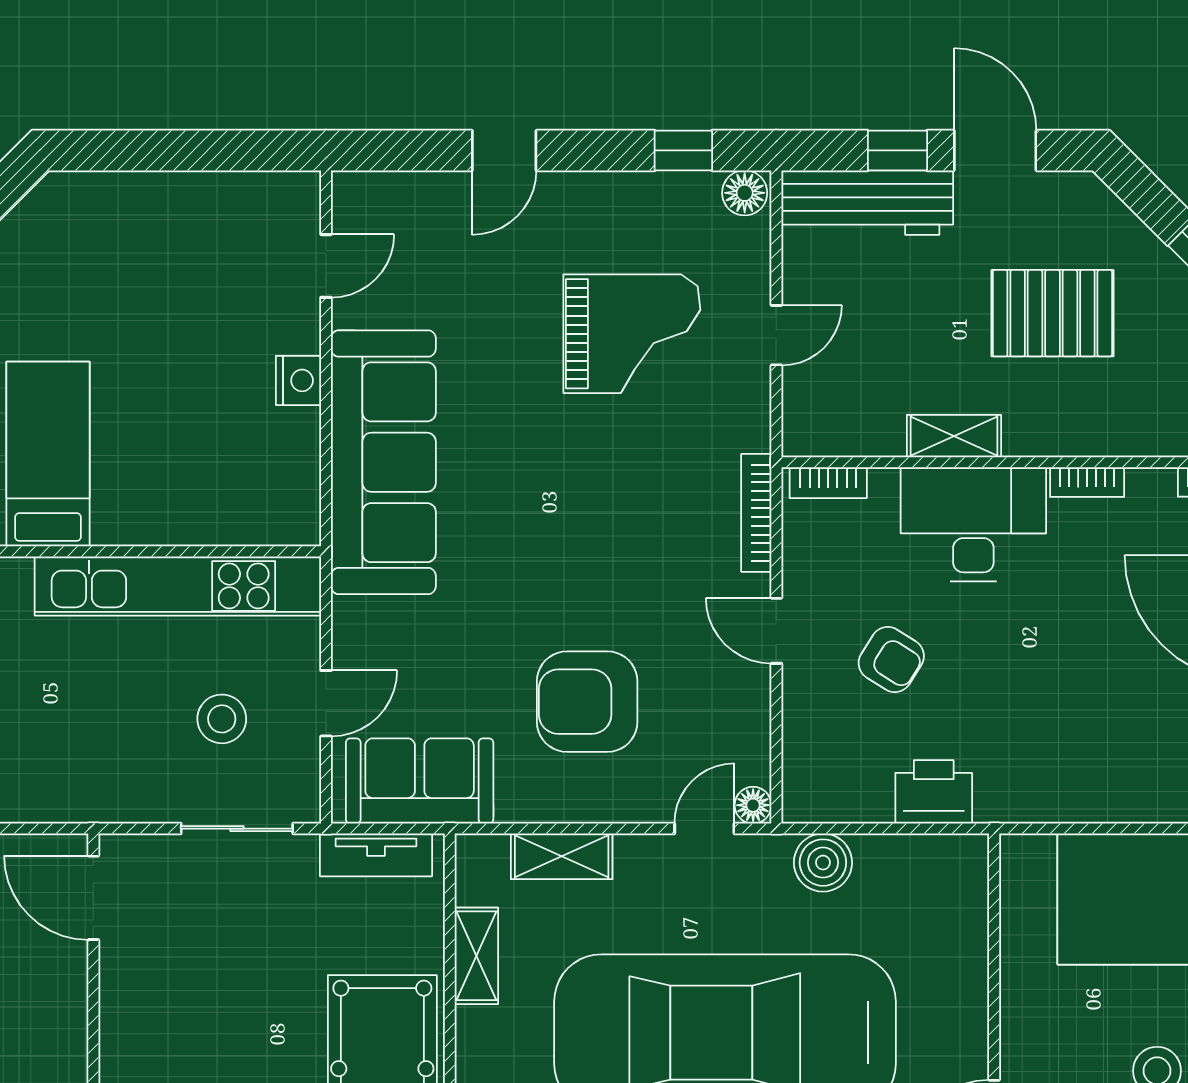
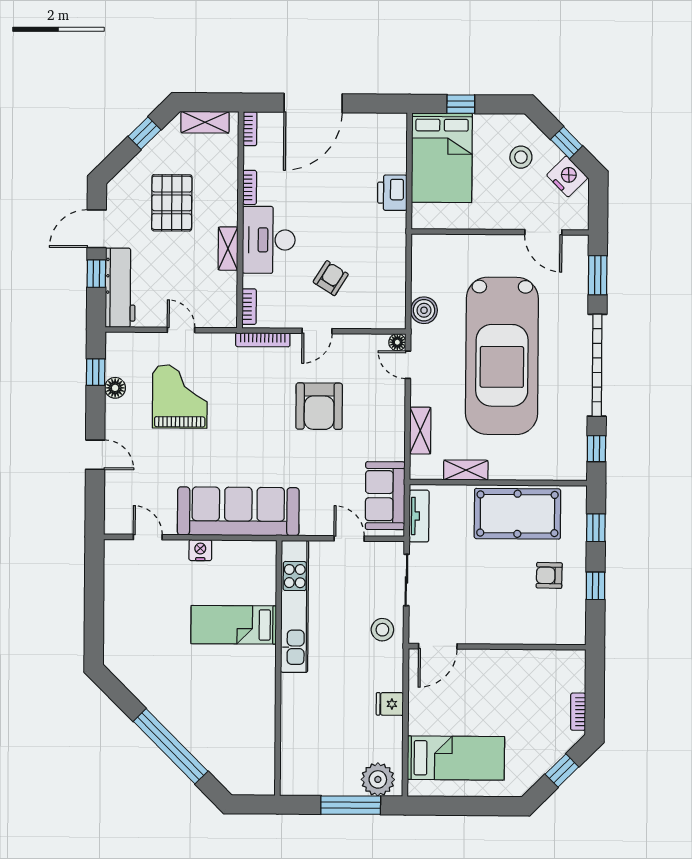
floor lamp: (745, 193) -> (115, 388), moved
bed: (48, 454) -> (234, 625), moved
armchair: (587, 702) -> (319, 406), moved
stool: (222, 719) -> (382, 630), moved
printer: (934, 792) -> (392, 193), moved

